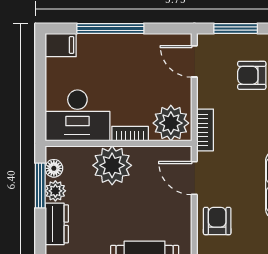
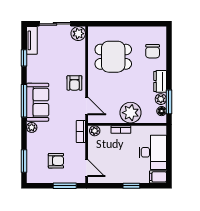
window: (110, 28) -> (131, 186), width x0.46
desk: (77, 115) -> (153, 152), moved, turned 90
plant: (171, 123) -> (95, 131), width x0.53, depth x0.53

